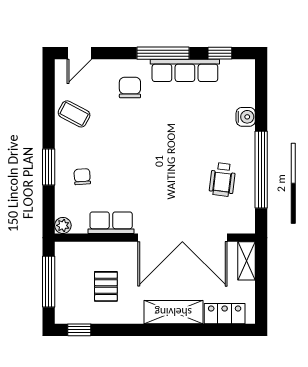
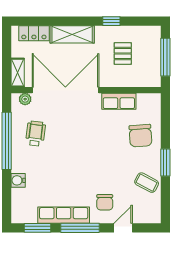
door: (79, 53) -> (123, 228), moved
window: (220, 53) -> (37, 228), width x1.50
window: (49, 167) -> (165, 162), moved
chair: (82, 177) -> (140, 136), width x1.87, depth x1.87
plant: (63, 225) -> (25, 99), moved
window: (79, 330) -> (111, 21), moved

